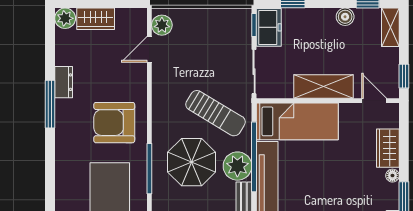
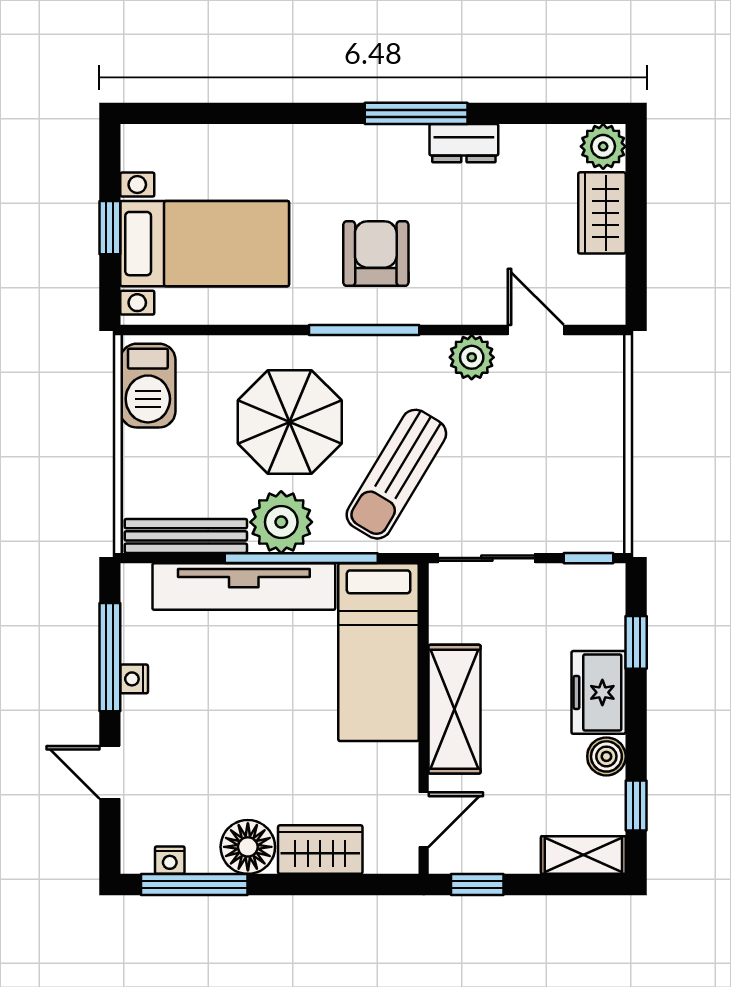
plant: (162, 25) -> (472, 357), moved
freezer: (269, 27) -> (599, 692), moved, turned 90
armchair: (114, 123) -> (376, 254), width x0.73, depth x0.73
window: (149, 169) -> (364, 330), moved
floor lamp: (392, 176) -> (248, 847), width x1.89, depth x1.89

